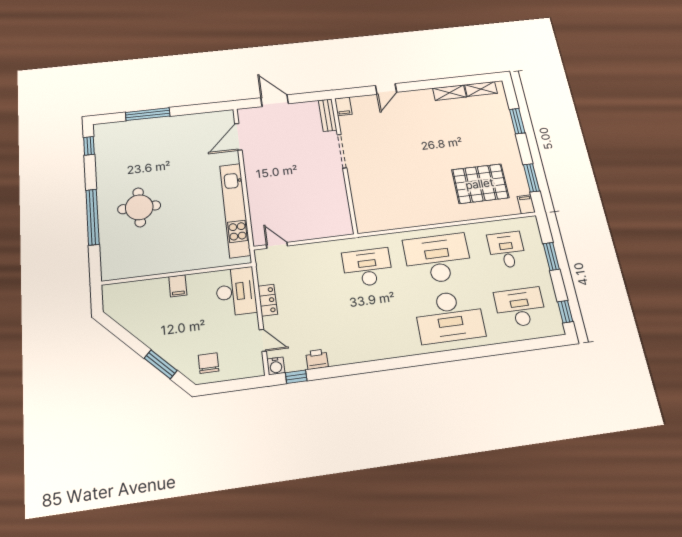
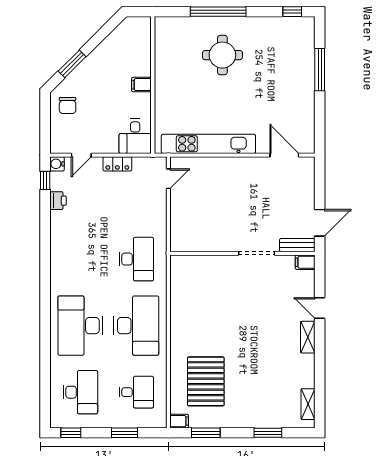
shelving: (449, 93) -> (308, 337), moved
door: (275, 101) -> (320, 223), moved
desk: (236, 291) -> (135, 136), width x0.73
chair: (209, 363) -> (68, 106), turned 90

